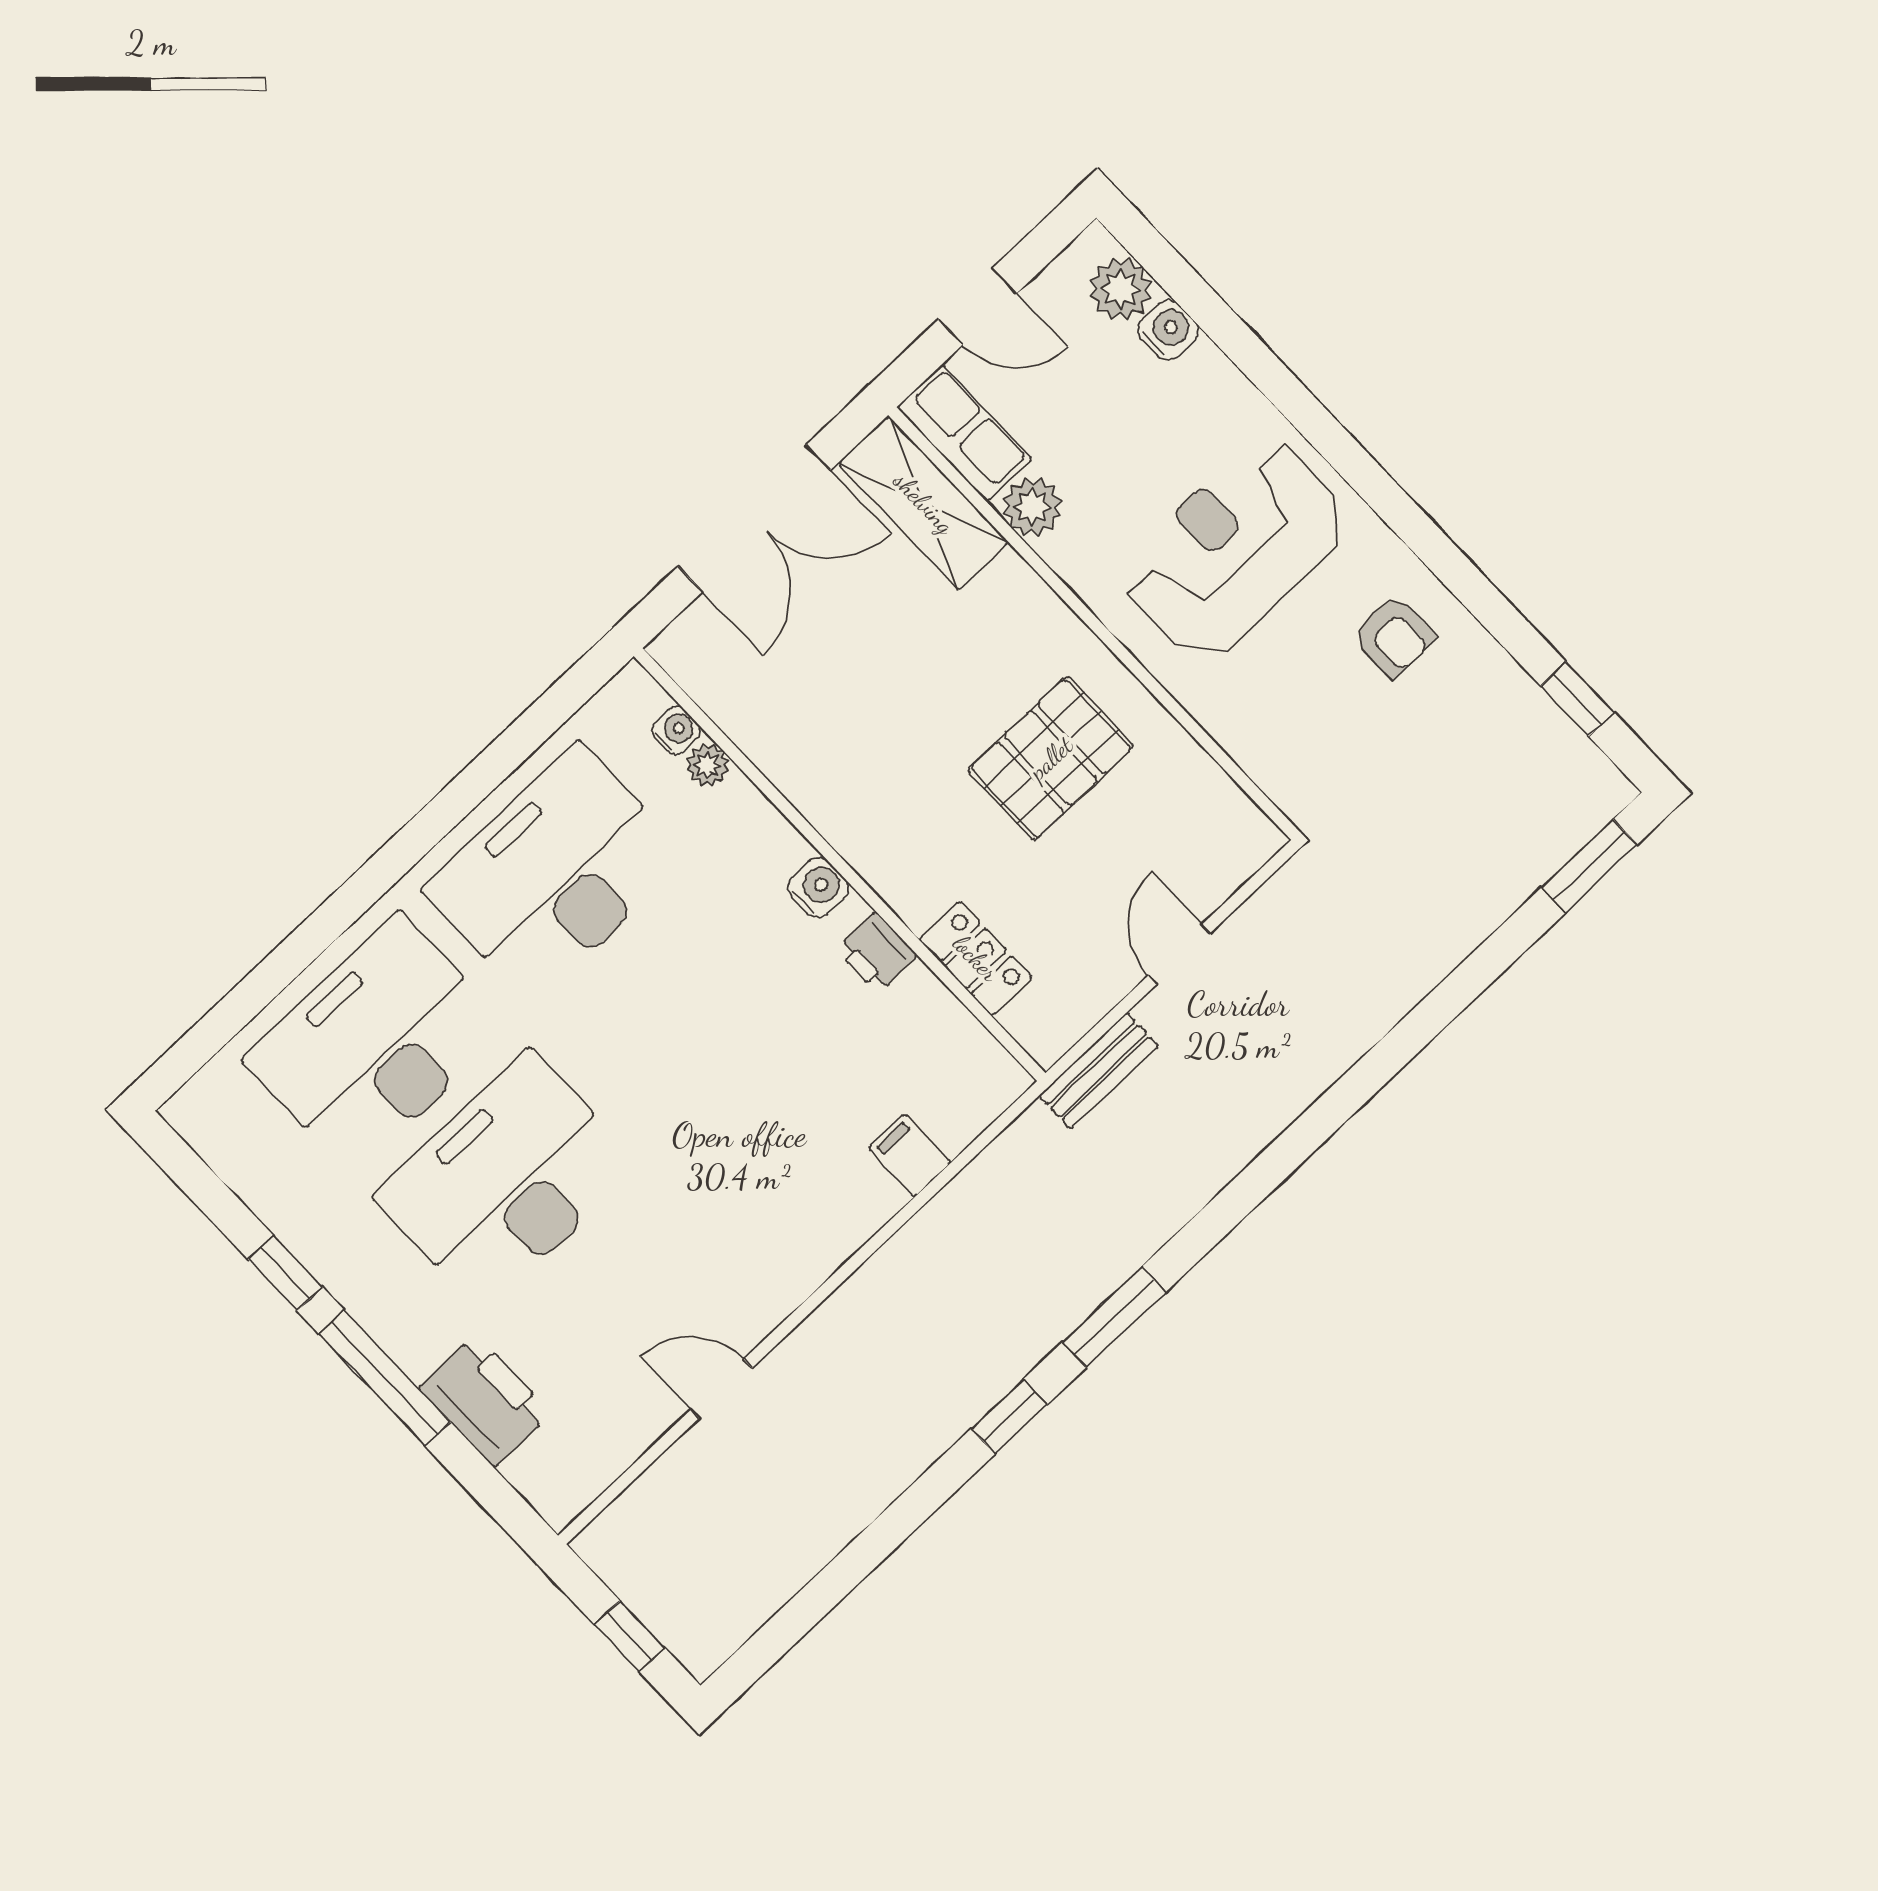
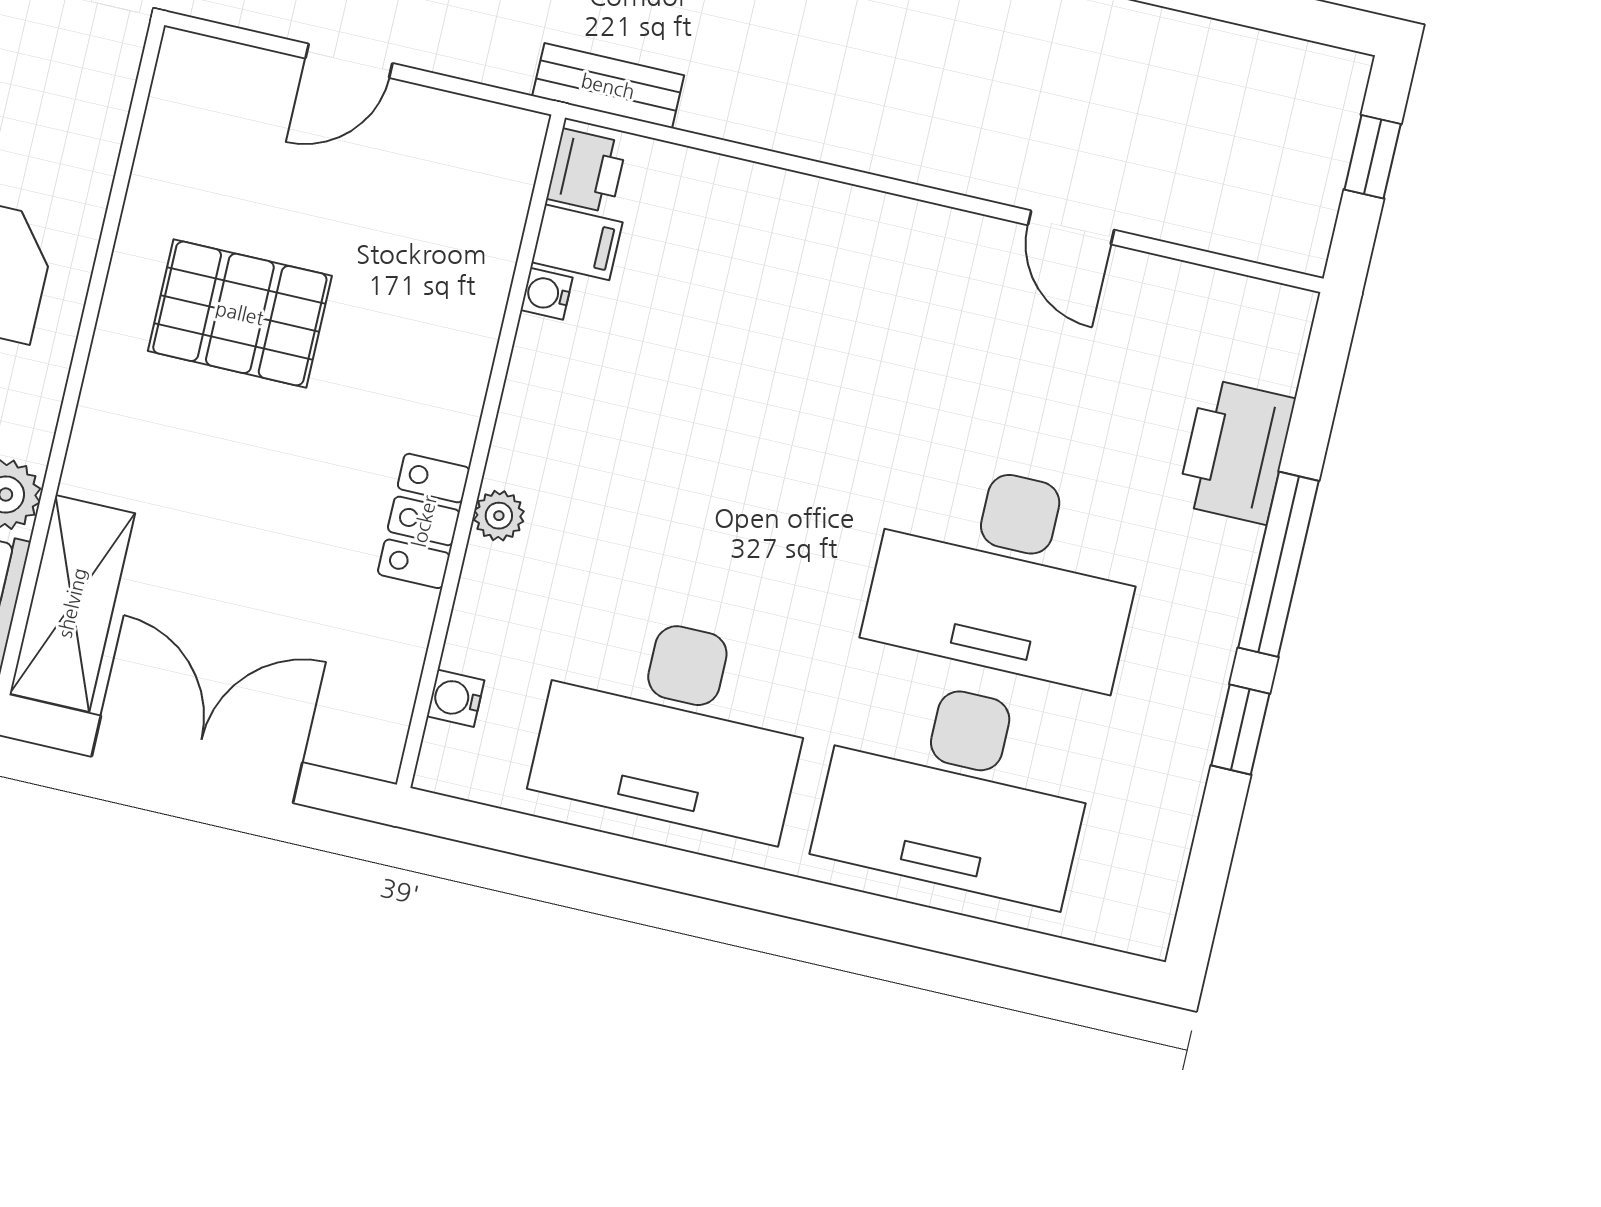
plant: (708, 765) -> (499, 516), moved
water cooler: (818, 888) -> (547, 294), moved, width x0.72, depth x0.72
printer: (876, 953) -> (587, 171), moved
locker: (976, 958) -> (424, 521), moved
bench: (1099, 1071) -> (608, 86), moved
filing cabinet: (910, 1156) -> (577, 242), moved, turned -90

